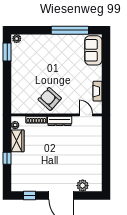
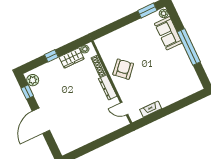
window: (70, 30) -> (189, 47), moved
sofa: (93, 50) -> (168, 33), moved, turned -90
door: (86, 115) -> (124, 109), swing flipped
plant: (83, 186) -> (33, 80), moved

